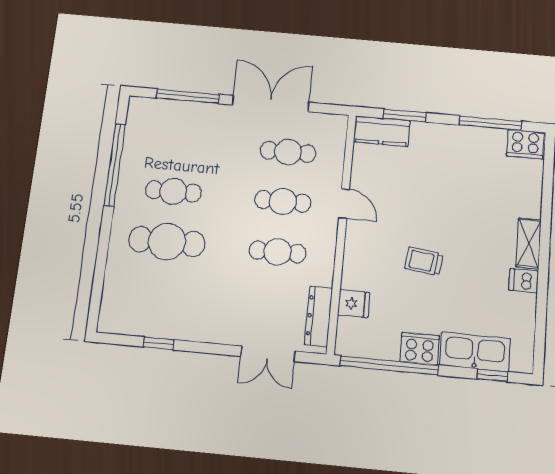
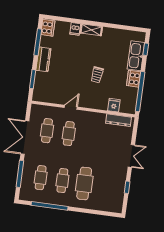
kitchen counter: (382, 131) -> (43, 59), moved
cafe table: (278, 252) -> (41, 178), moved
dishwasher: (524, 281) -> (75, 29), moved
double door: (268, 354) -> (131, 156), moved

